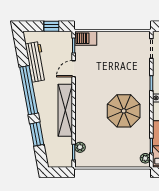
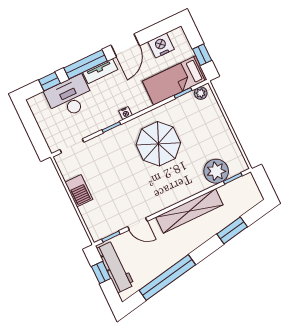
barbecue: (86, 38) -> (79, 191), moved
workbench: (36, 62) -> (115, 267), moved, turned 101
window: (29, 90) -> (167, 277), moved
plant: (80, 147) -> (216, 171), width x1.87, depth x1.87

